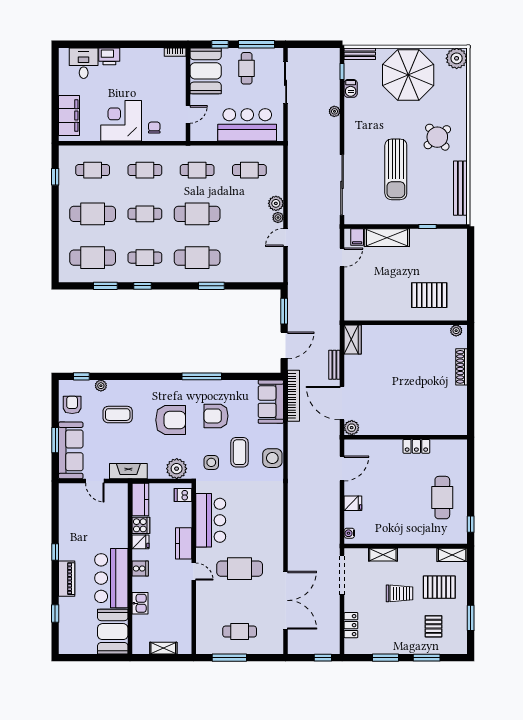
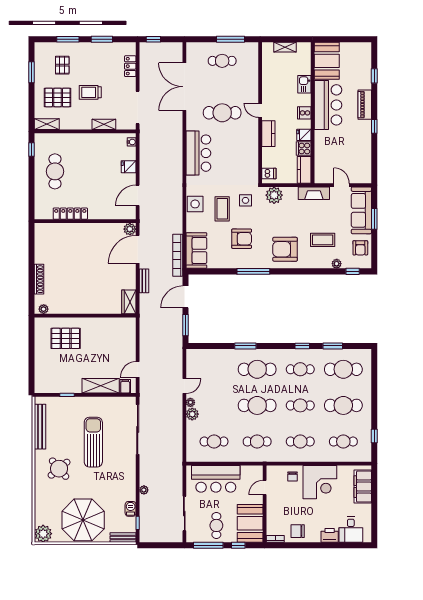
chair: (148, 61) -> (298, 531), added
door: (342, 403) -> (138, 249), swing flipped
armchair: (171, 420) -> (285, 249), moved
locker: (416, 446) -> (70, 214), width x1.53
bar counter: (211, 520) -> (198, 153), moved, turned 180

